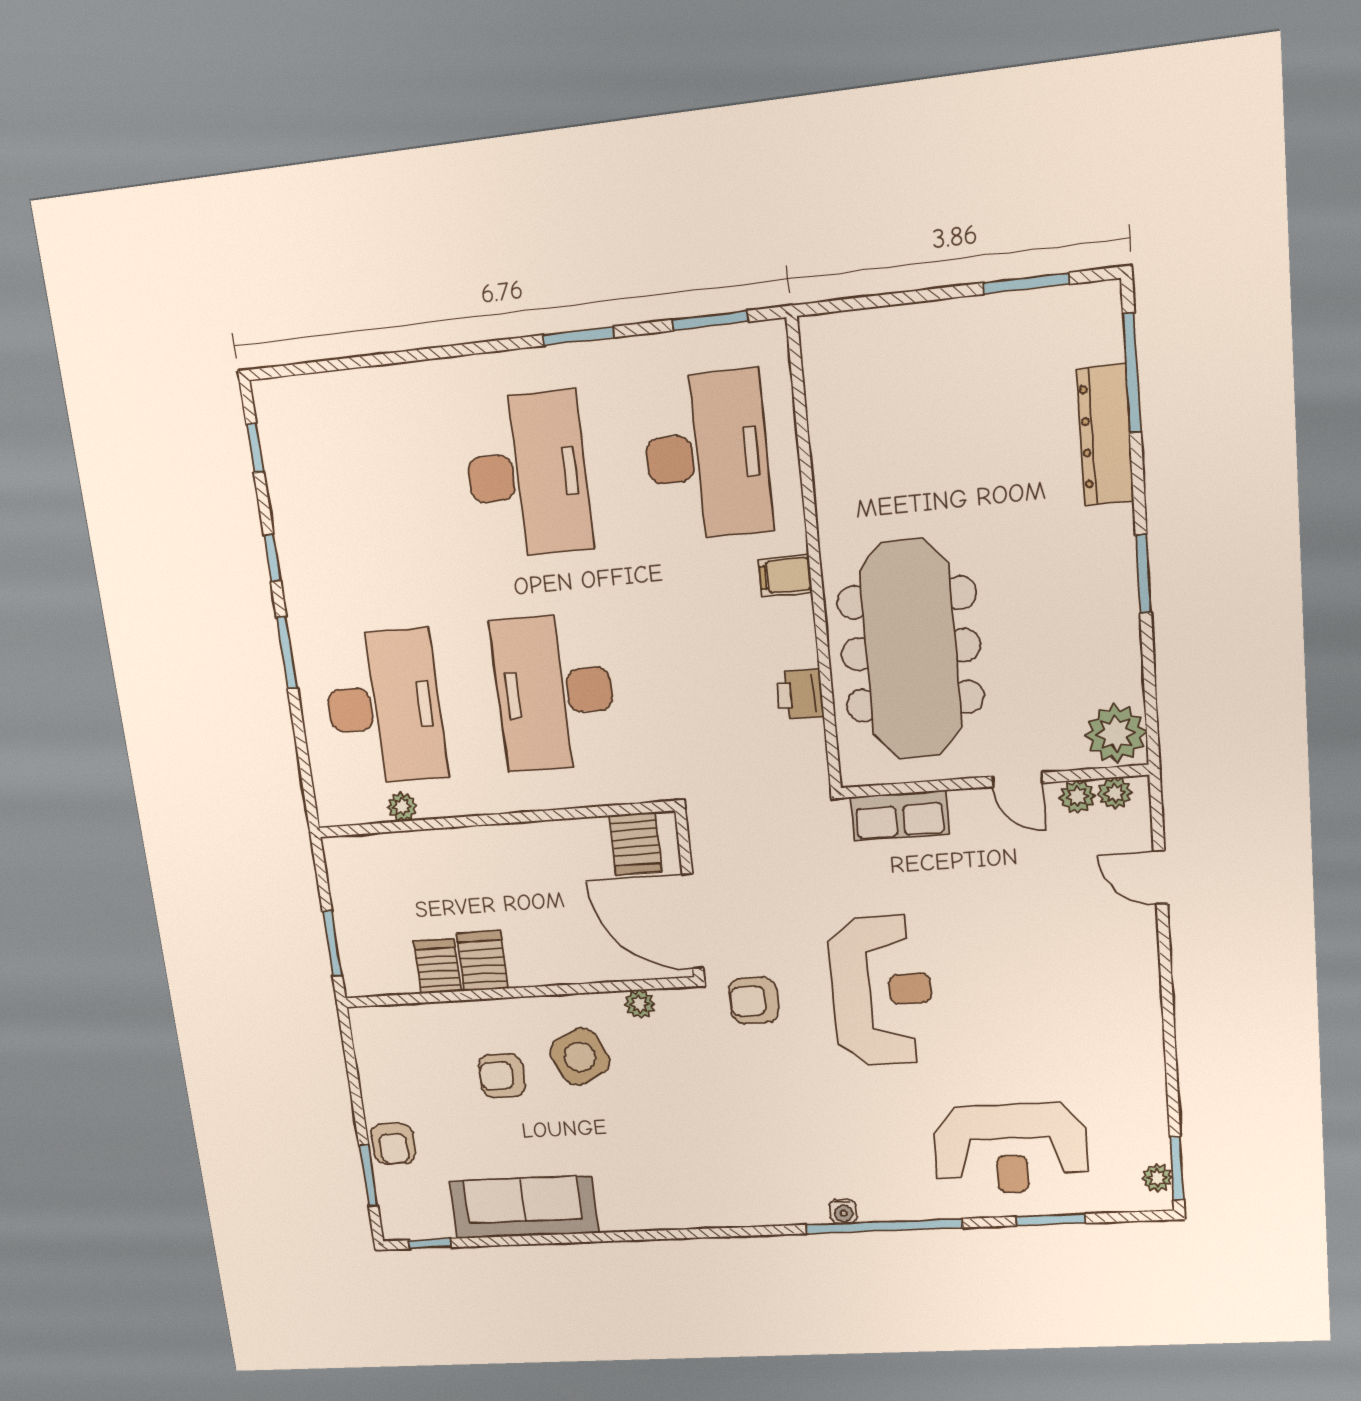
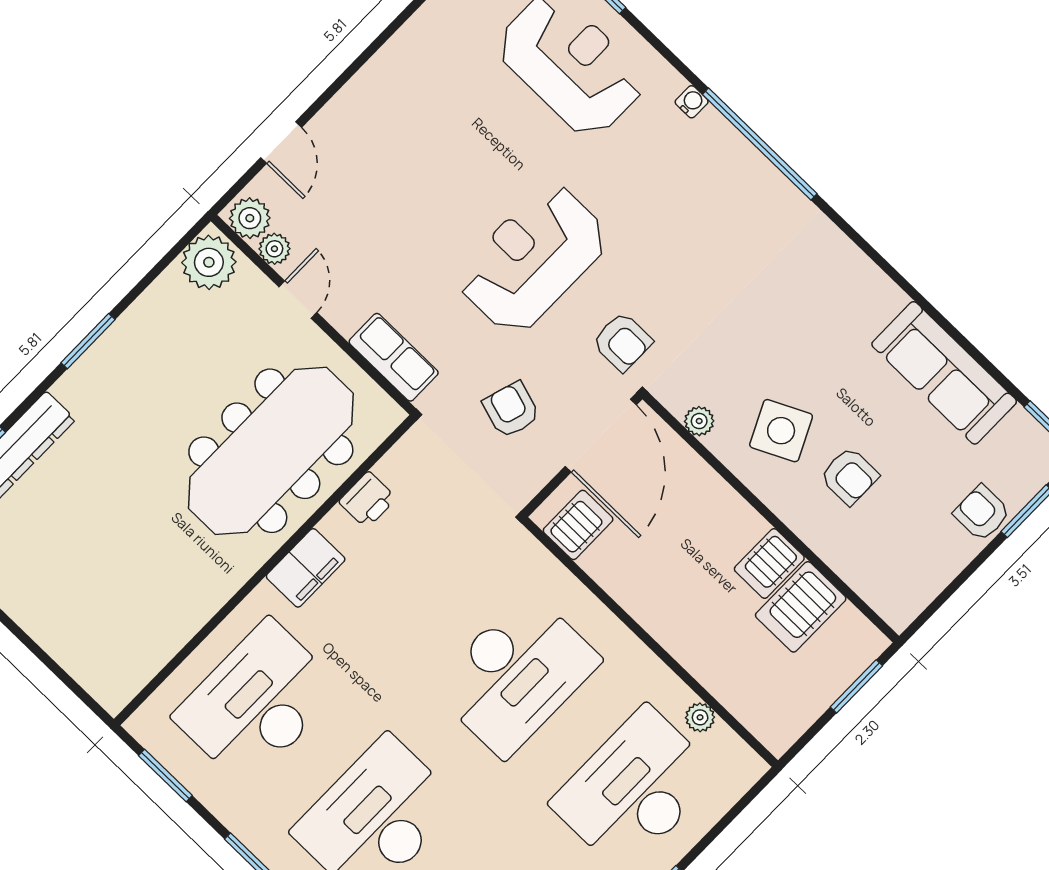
filing cabinet: (785, 576) -> (306, 568), width x2.00
plant: (1115, 793) -> (250, 218), width x1.38, depth x1.38
armchair: (774, 871) -> (511, 410), added
server rack: (438, 966) -> (801, 607), width x1.36, depth x1.44
armchair: (393, 1144) -> (982, 513), turned -90
water cooler: (843, 1211) -> (692, 102), moved
window: (884, 1226) -> (760, 144), moved

